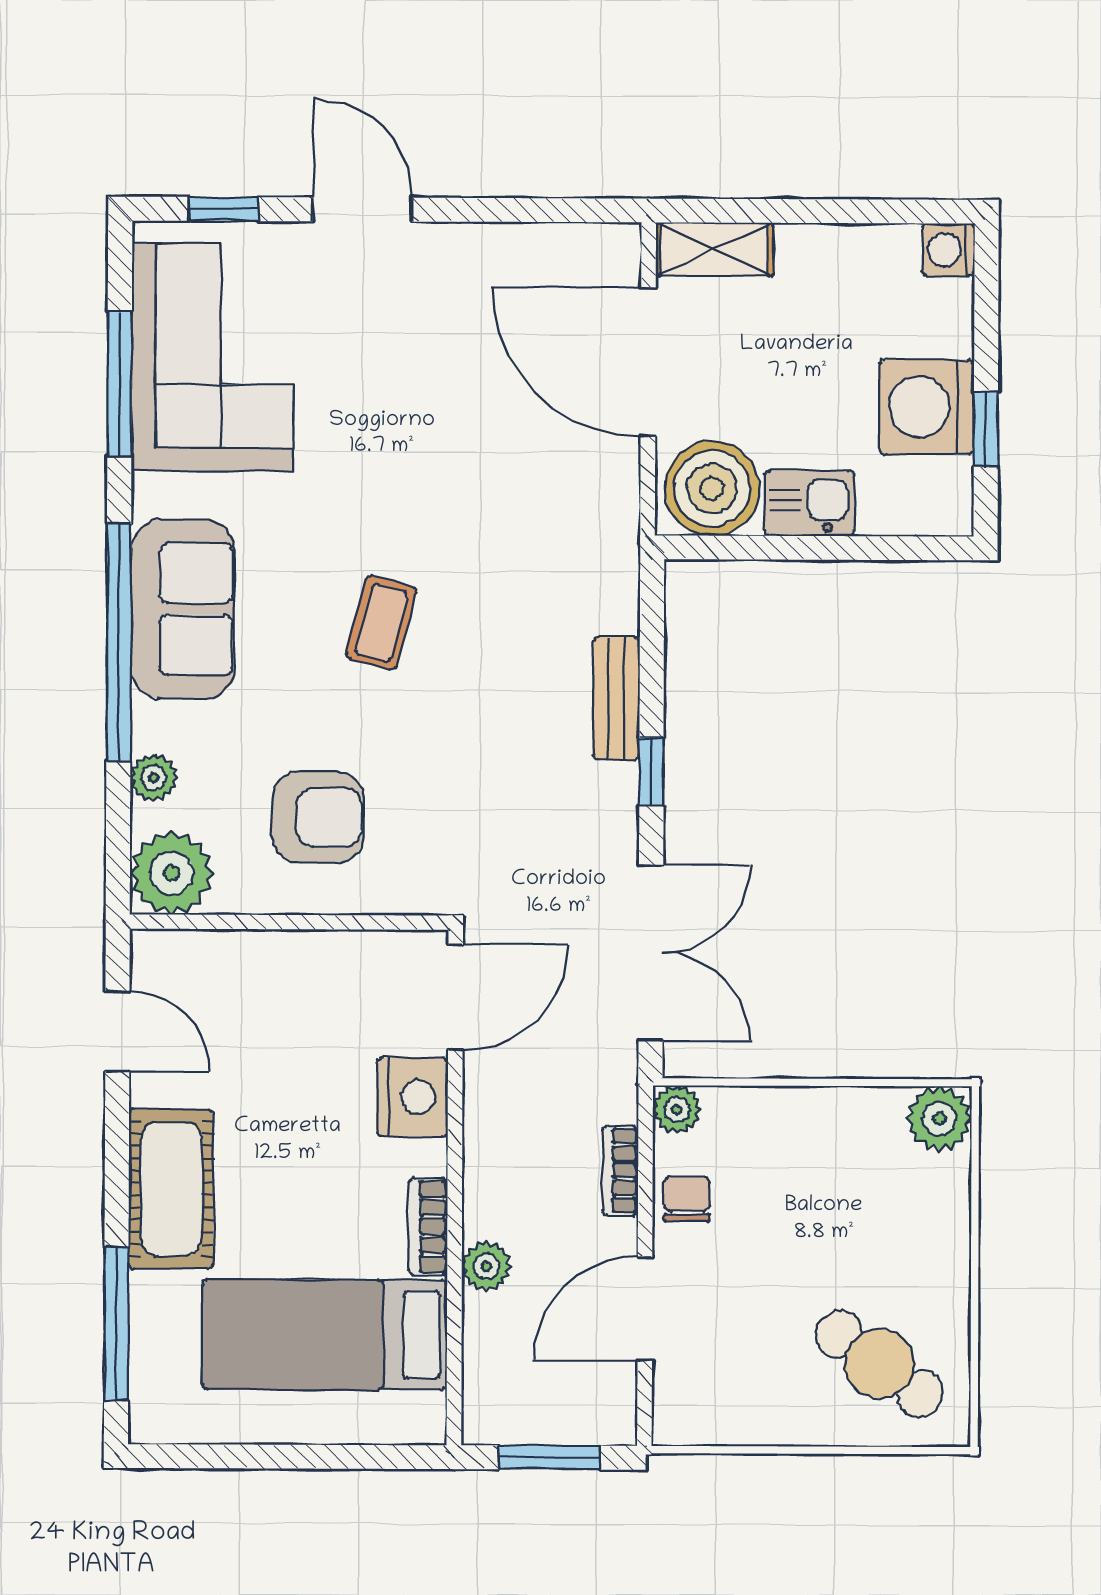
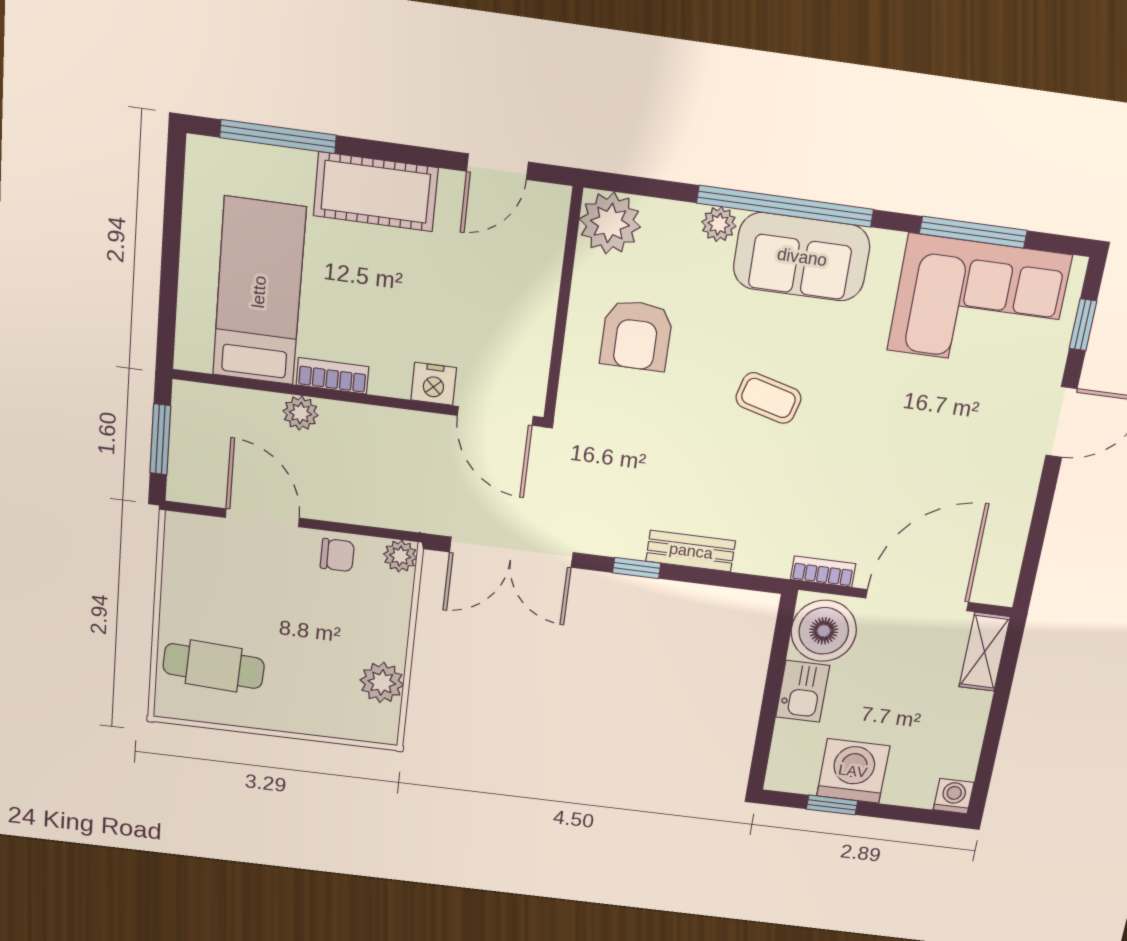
plant: (154, 778) -> (719, 224), moved
nightstand: (413, 1097) -> (434, 384), width x0.74, depth x0.75
plant: (939, 1119) -> (382, 682), moved
bookcase: (620, 1171) -> (823, 572), moved
cafe table: (879, 1364) -> (214, 666), turned 57

